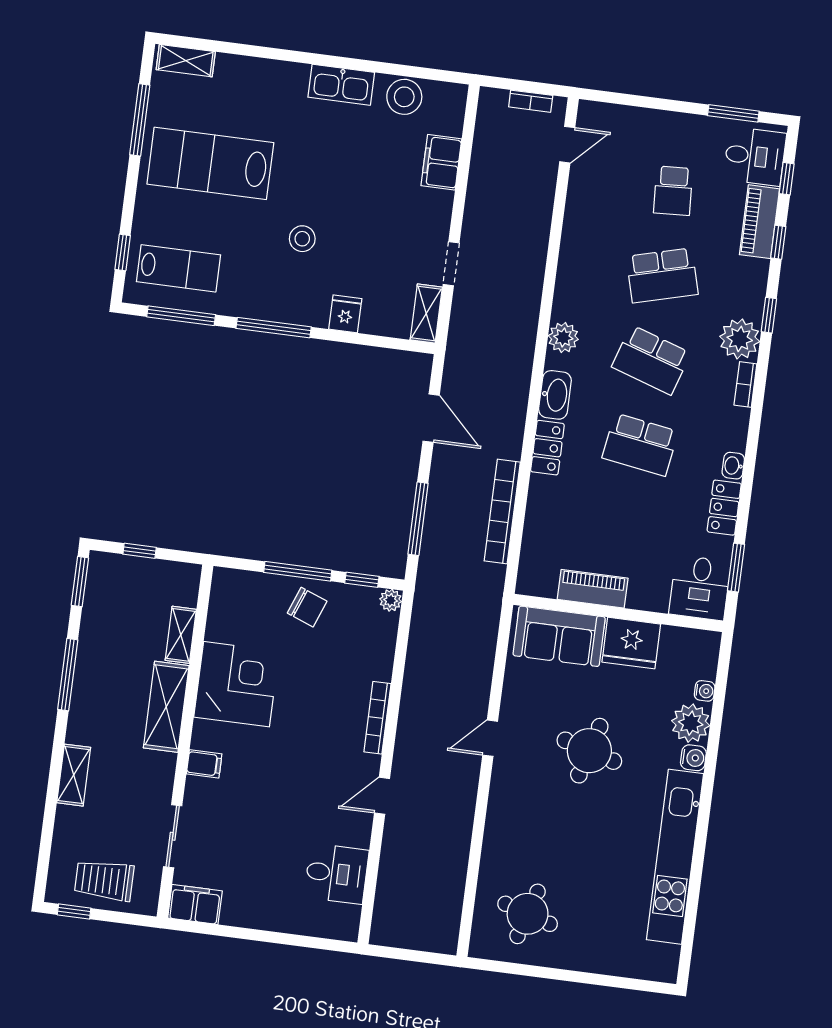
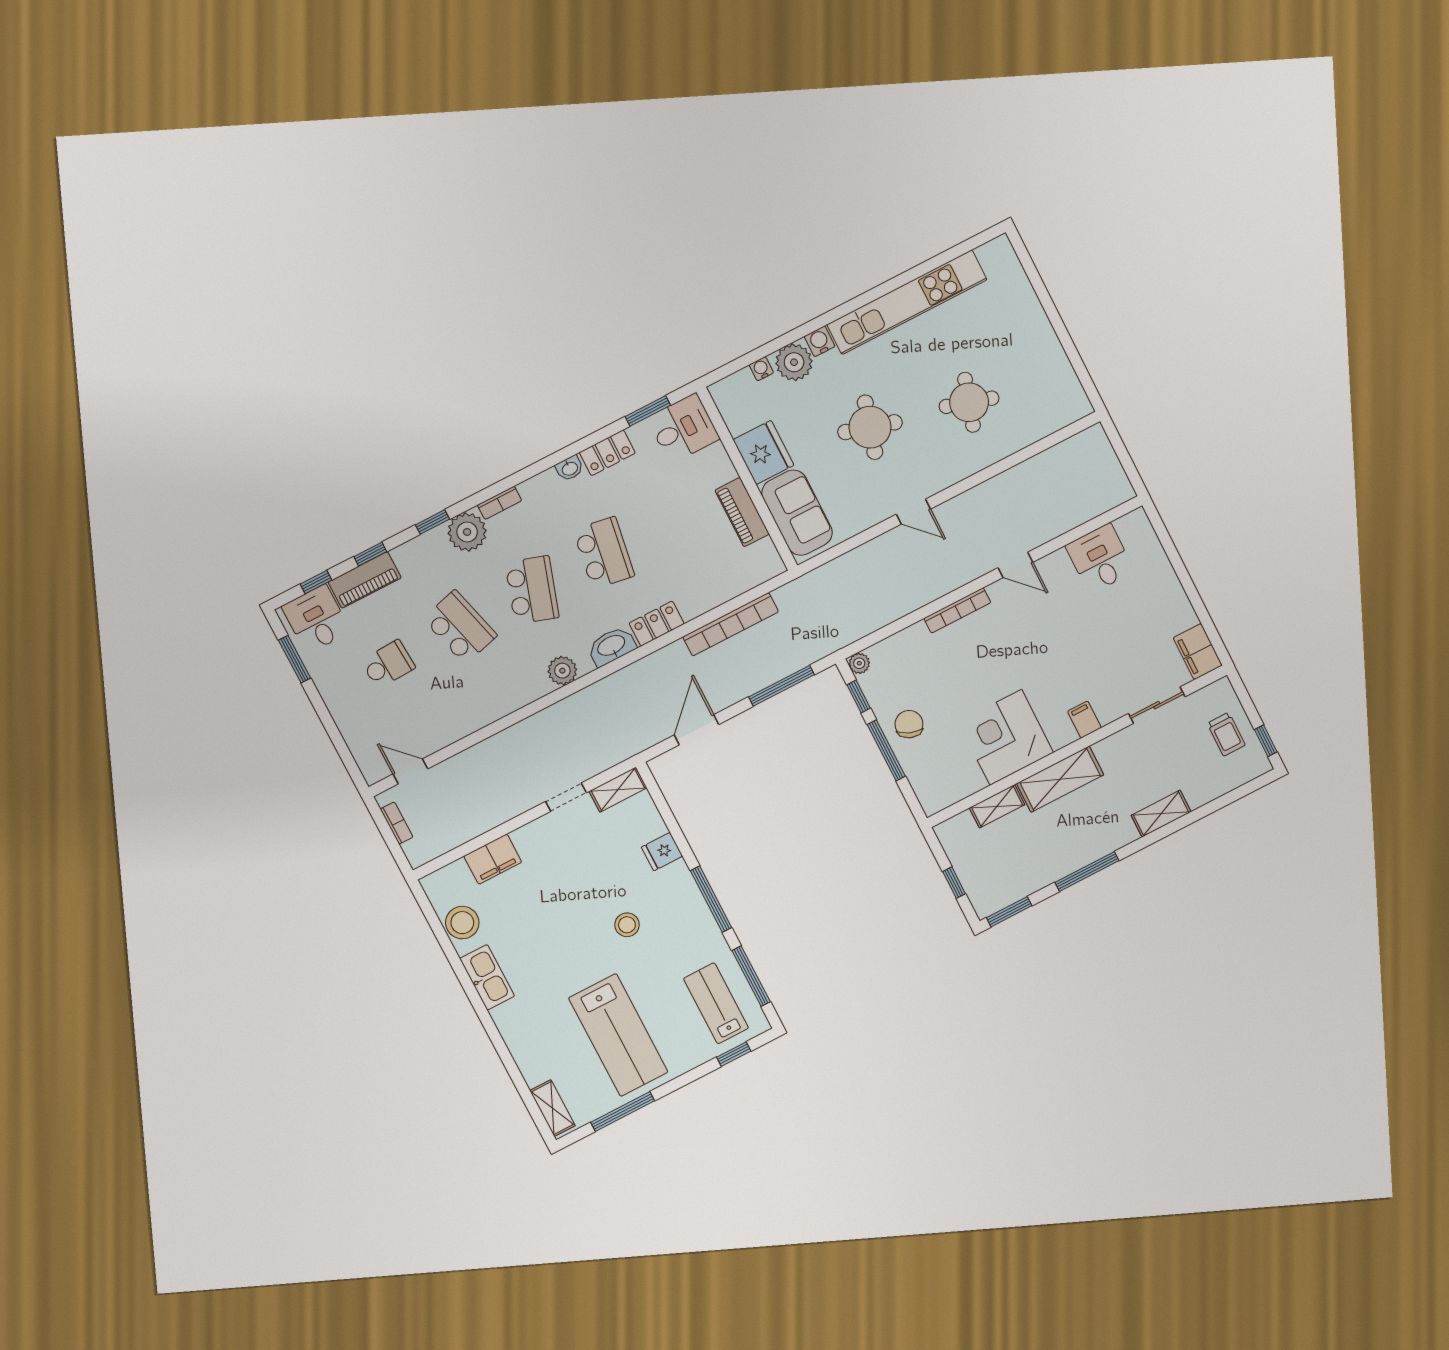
trolley: (104, 880) -> (1226, 734), width x0.73, depth x0.72
round table: (528, 914) -> (969, 402), moved

